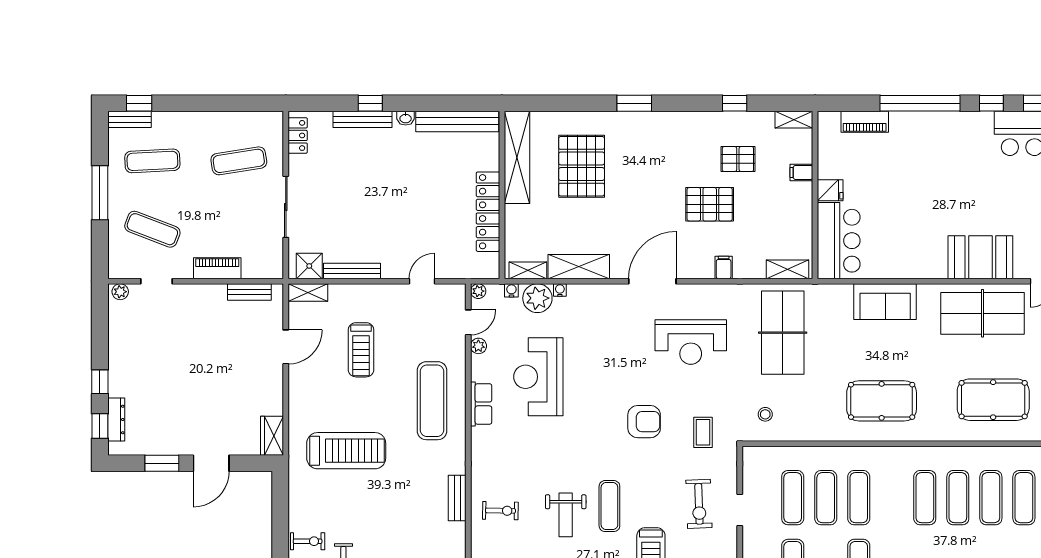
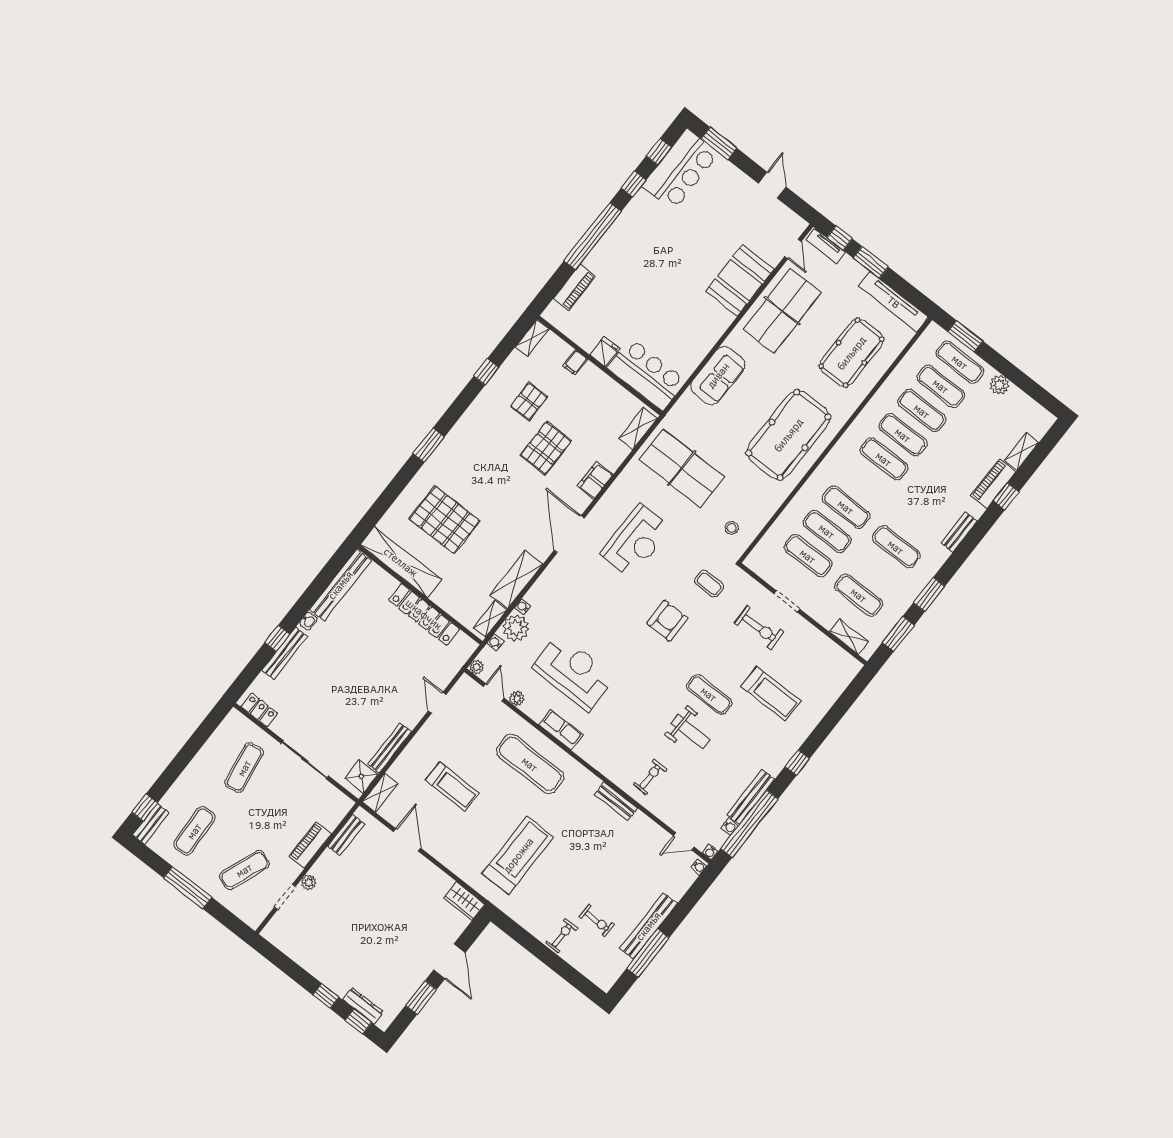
filing cabinet: (724, 267) -> (595, 480), width x2.00
plant: (120, 292) -> (309, 882), moved
reception desk: (538, 377) -> (574, 672), turned 180
pool table: (882, 401) -> (788, 435), width x1.36, depth x1.32

